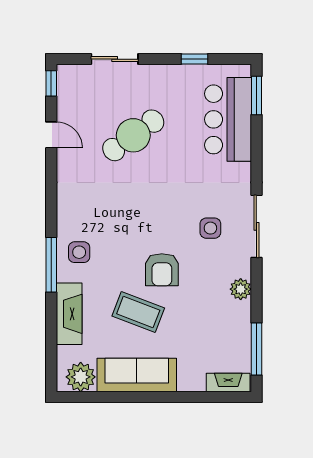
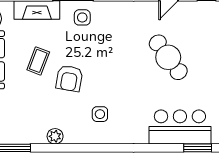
sliding door: (256, 226) -> (101, 148), removed
armchair: (162, 270) -> (69, 78), turned -80
coffee table: (138, 312) -> (38, 61), width x0.73, depth x0.77

